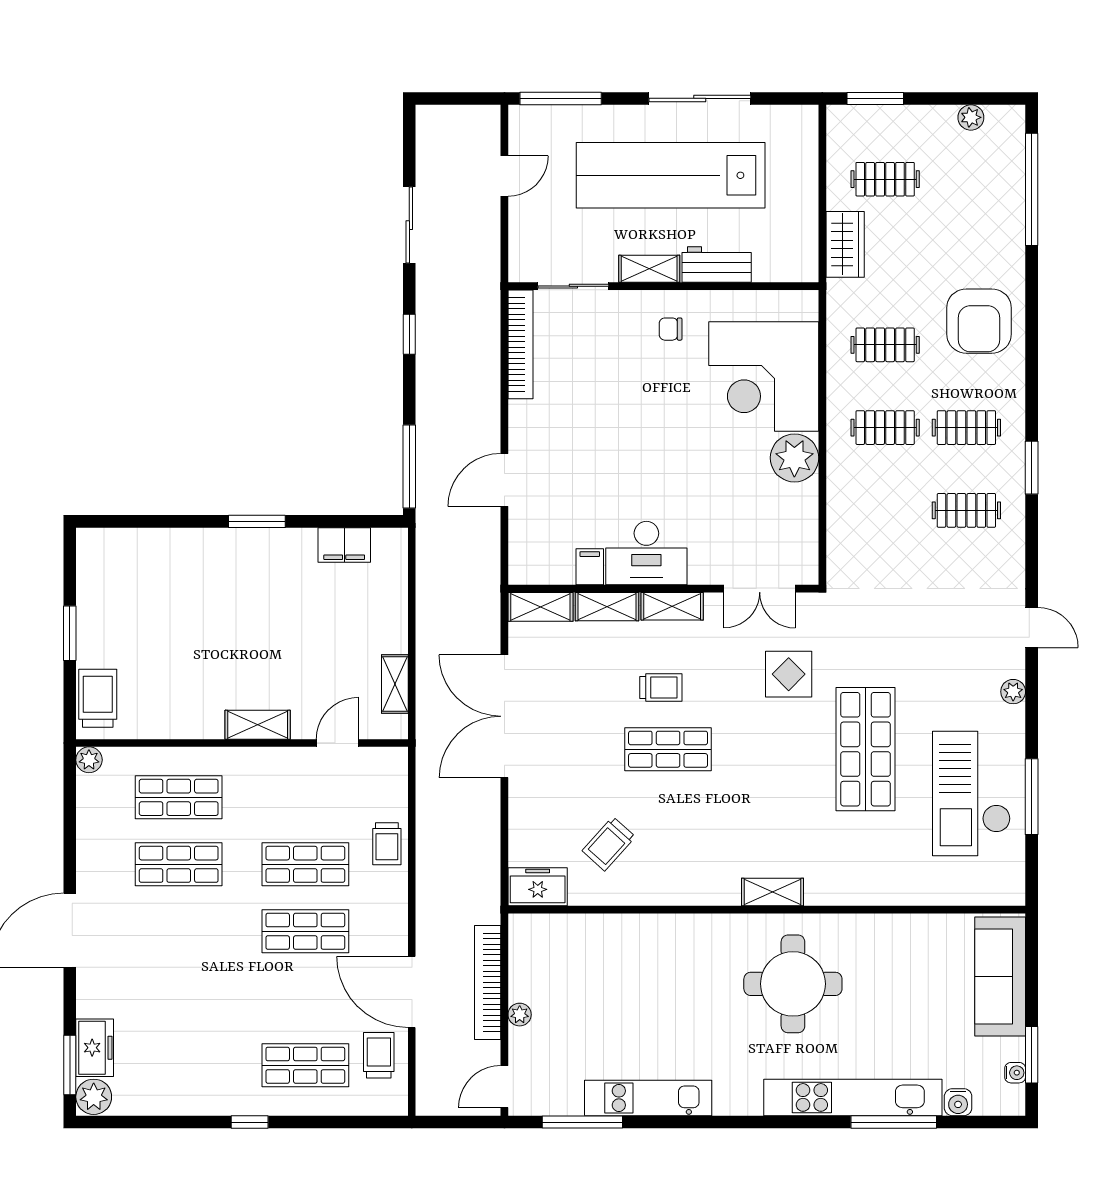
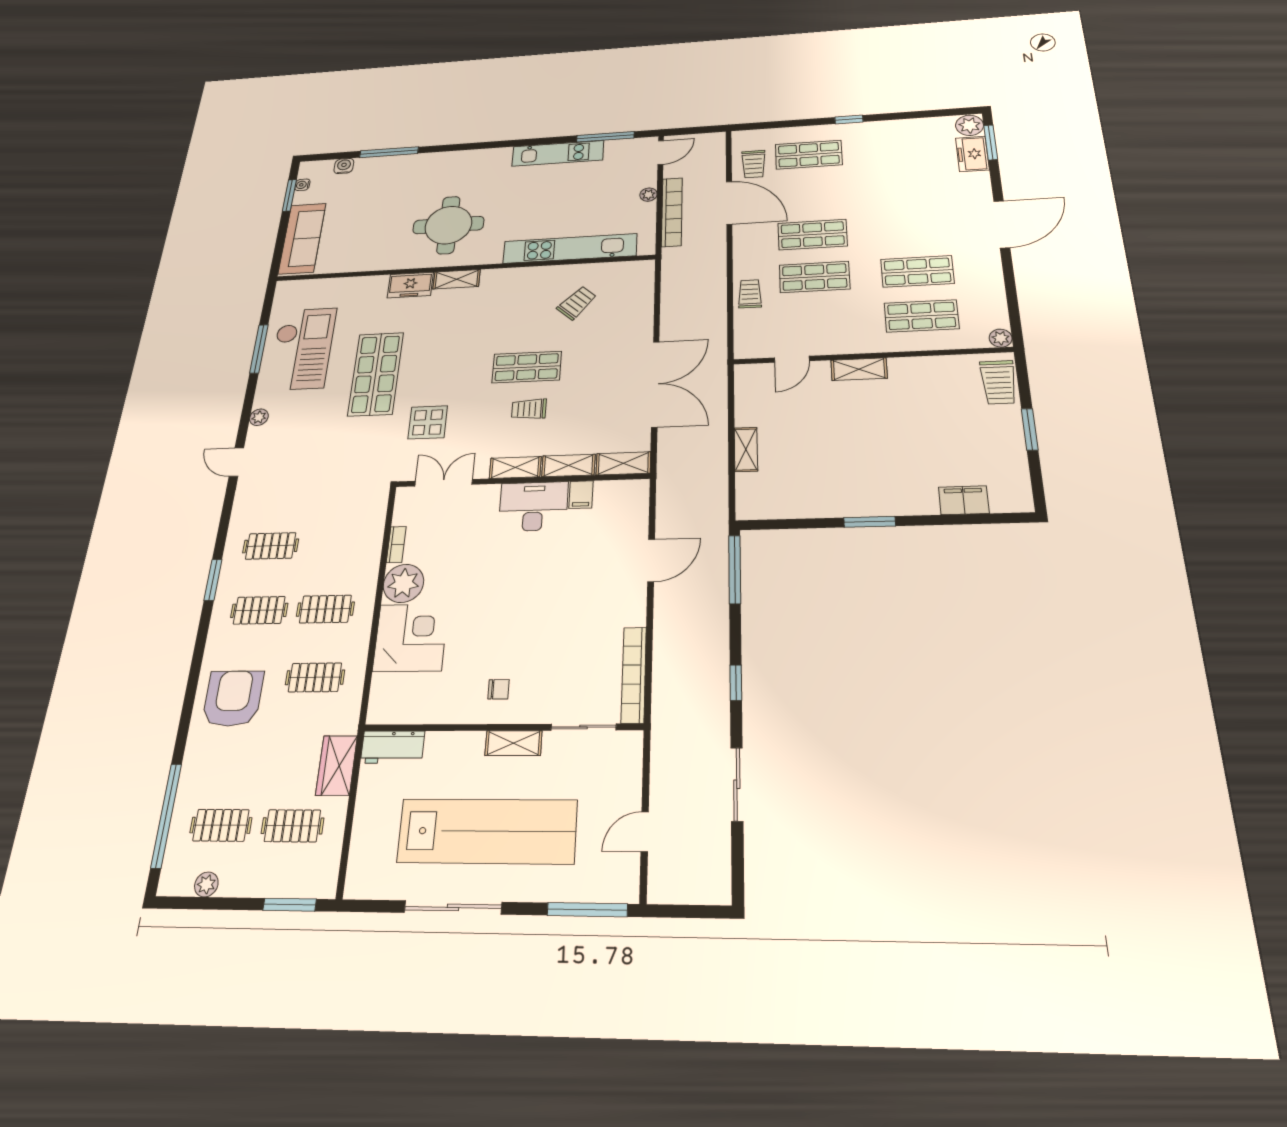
clothes rail: (966, 179) -> (221, 825), added
workbench: (717, 265) -> (393, 747), moved
corner desk: (764, 376) -> (411, 638), width x0.74, depth x0.74
bookcase: (809, 508) -> (396, 544), added
filing cabinet: (344, 545) -> (964, 500), moved
shelving: (395, 684) -> (746, 449), moved
freezer: (538, 887) -> (410, 285), moved
kitchen unit: (853, 1097) -> (570, 249), moved, turned 180

